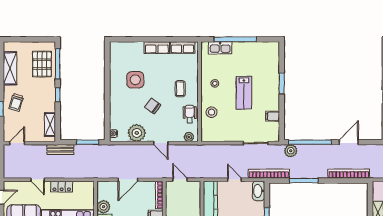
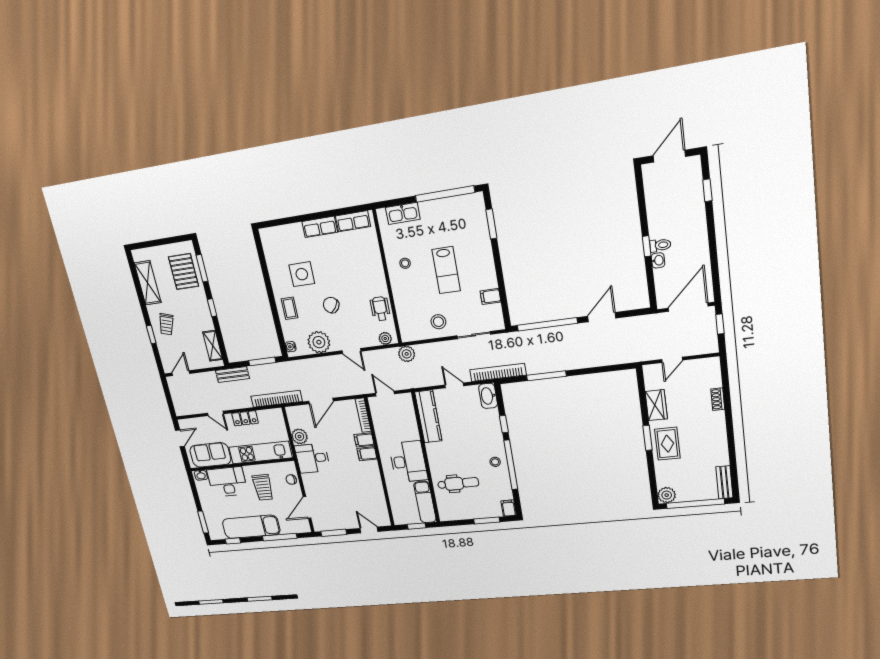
window: (235, 39) -> (445, 194), moved
window: (58, 64) -> (202, 268), width x0.69
window: (282, 83) -> (491, 224), moved
coffee table: (180, 89) -> (290, 308), moved
stool: (212, 112) -> (438, 322), moved
plant: (291, 151) -> (407, 354), moved
bookcase: (349, 174) -> (277, 399), moved

